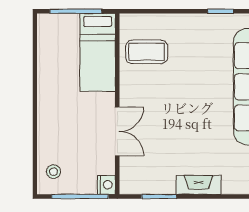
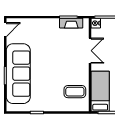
double door: (117, 131) -> (90, 51), swing flipped
fireplace: (198, 185) -> (71, 23), moved

